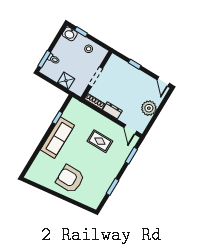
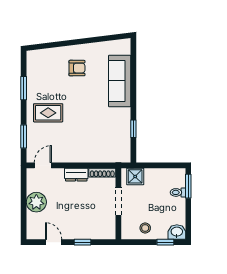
shower: (66, 81) -> (135, 176), moved
door: (163, 81) -> (54, 242), moved
door: (130, 129) -> (43, 165), hinge flipped
sofa: (57, 138) -> (120, 81), moved
rug: (100, 141) -> (48, 113), moved
armchair: (70, 179) -> (77, 68), width x0.53, depth x0.53

